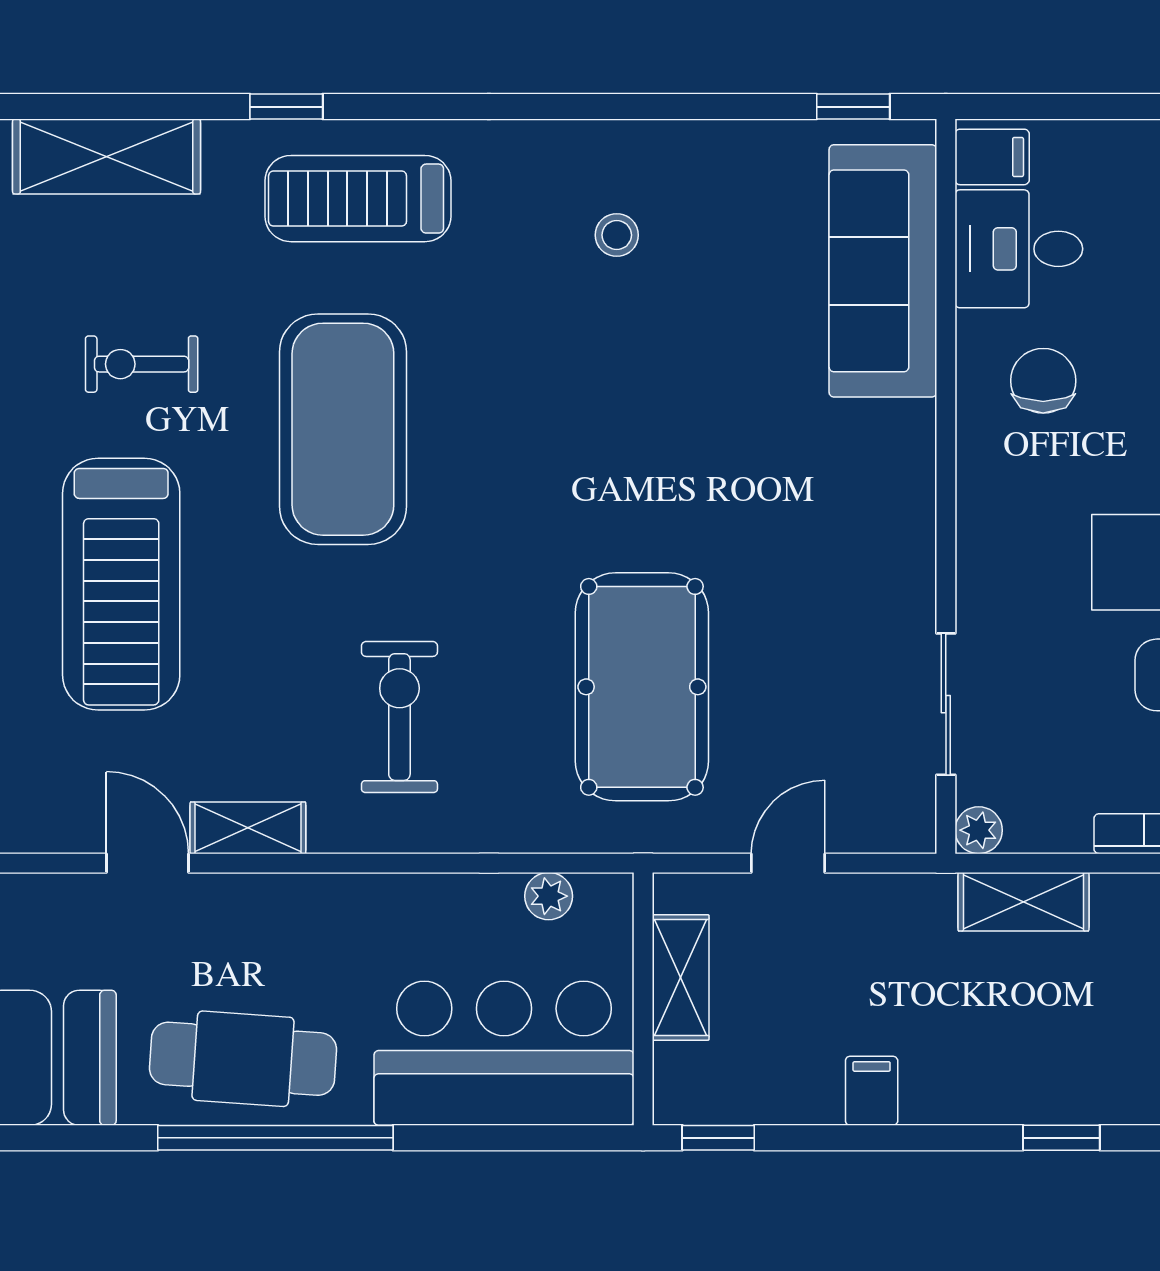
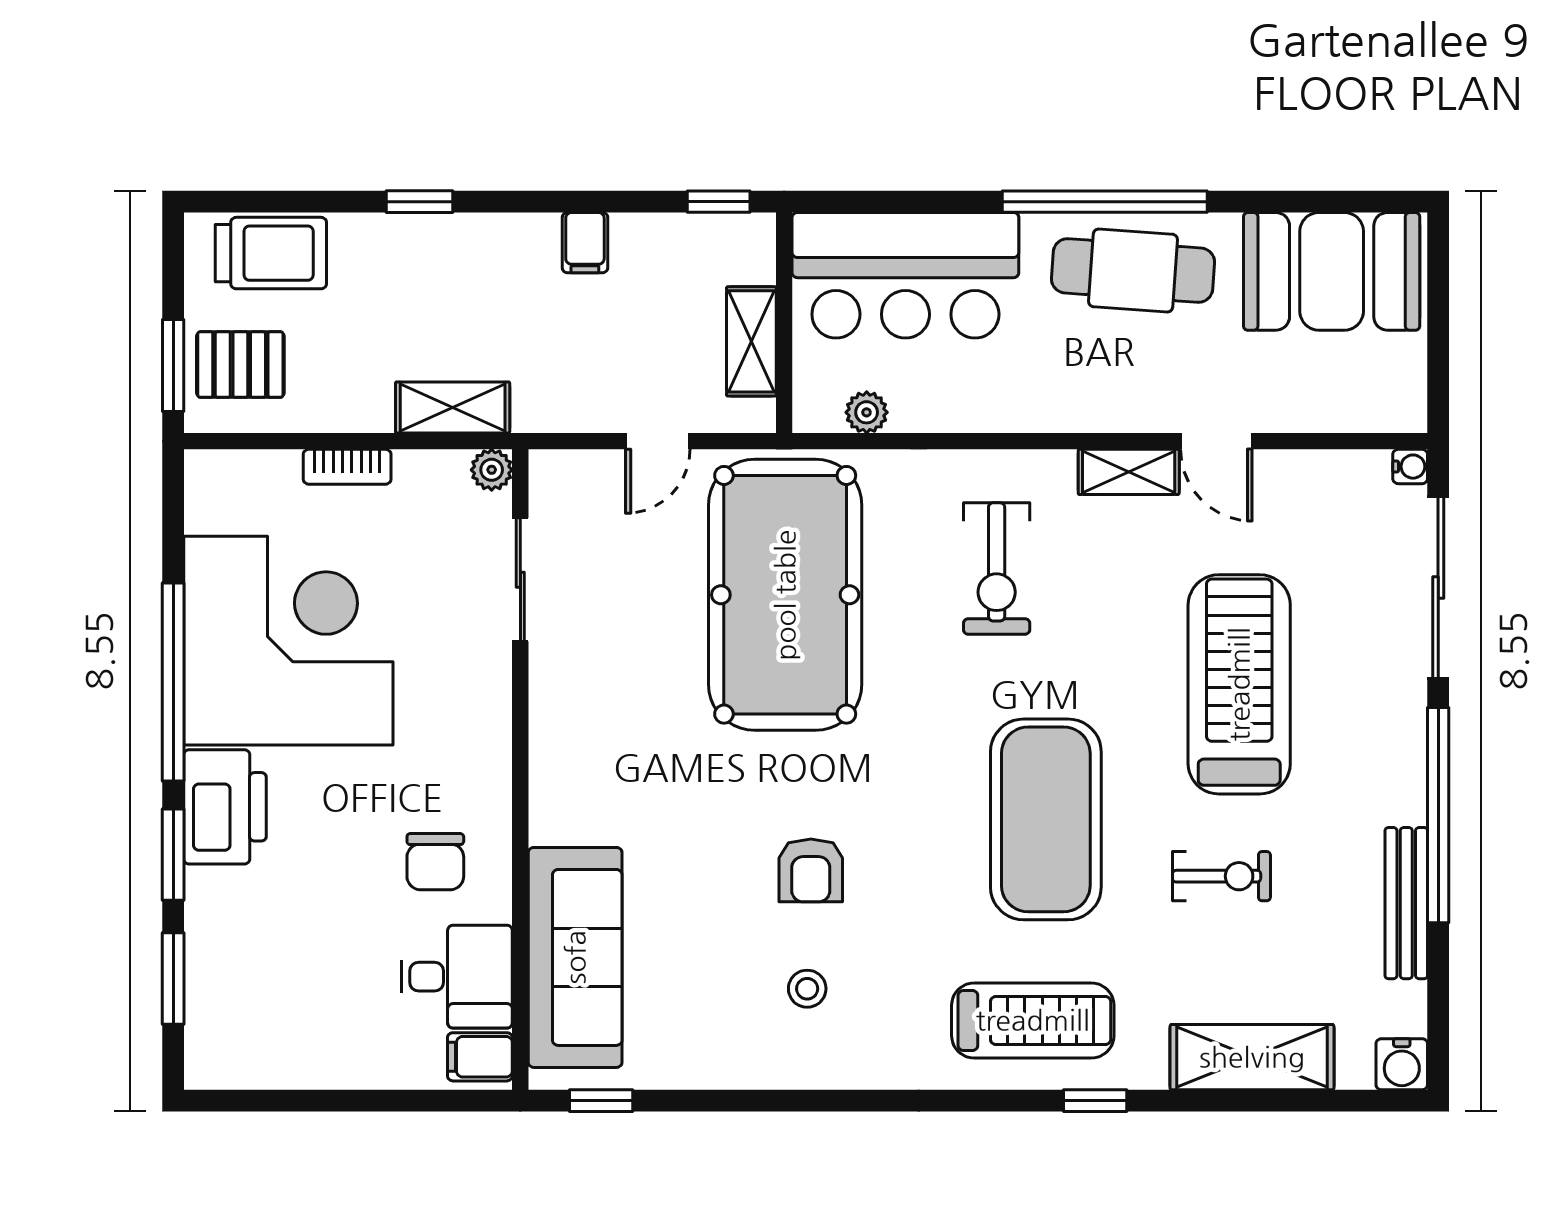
armchair: (613, 371) -> (811, 870), added
pool table: (642, 687) -> (785, 595), width x1.36, depth x1.32

